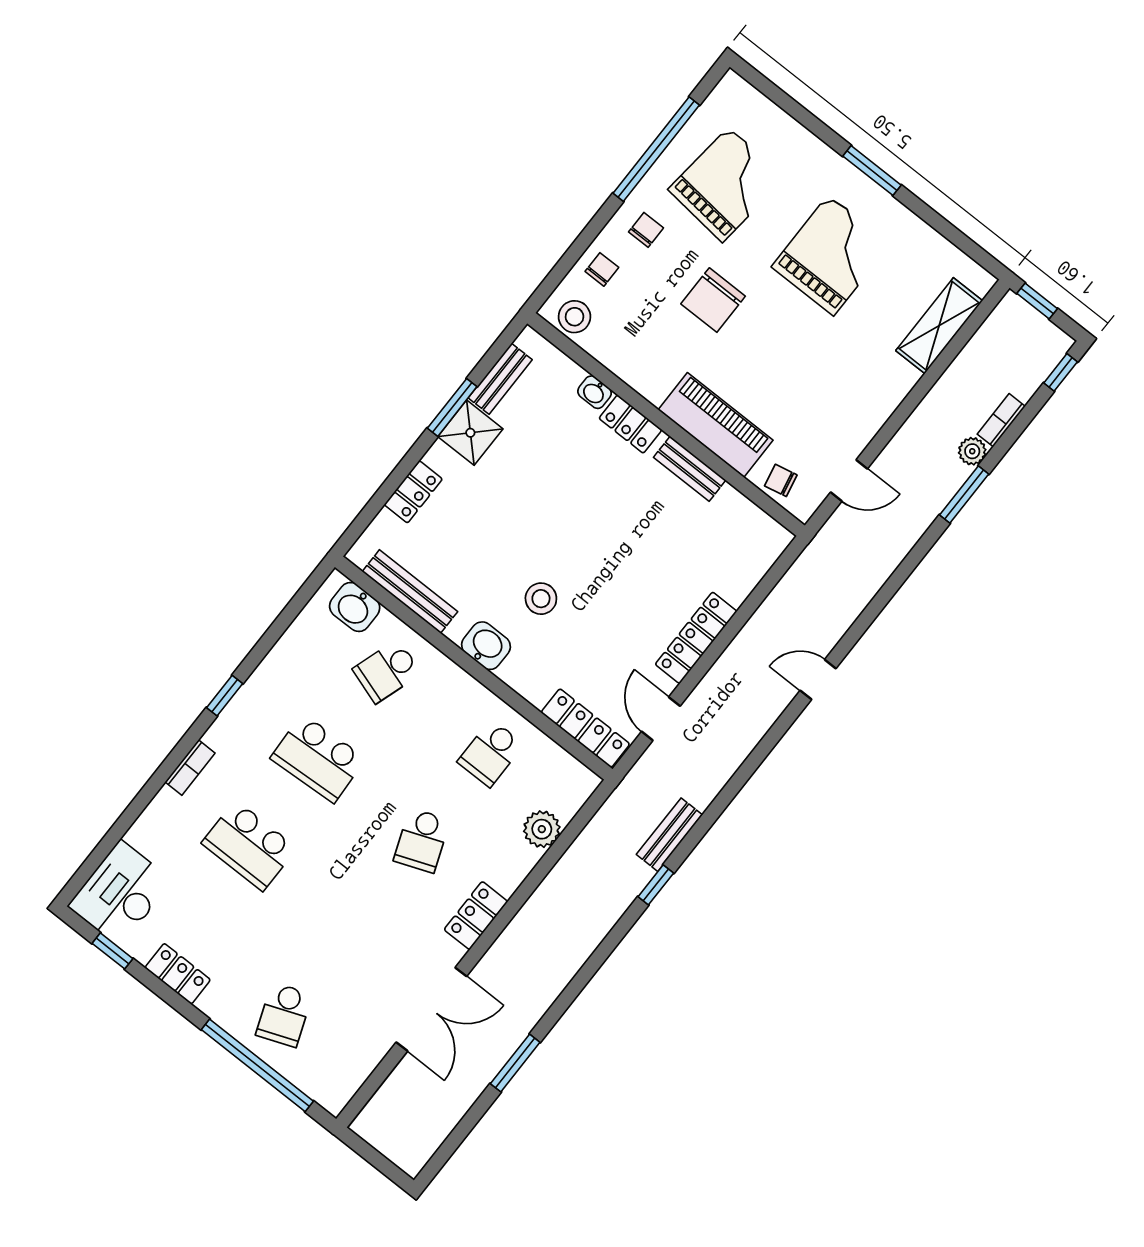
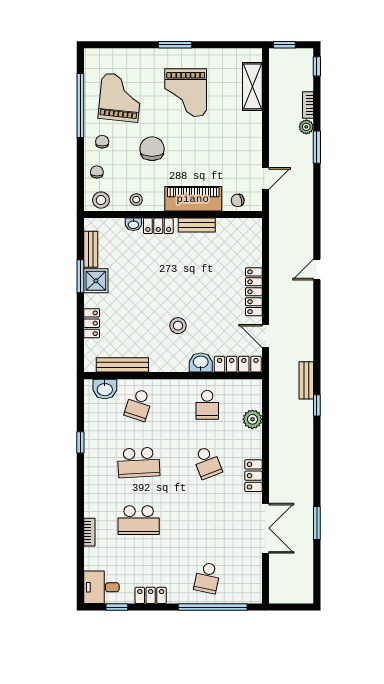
grand piano: (831, 255) -> (186, 93), turned 180
chair: (713, 300) -> (152, 149), turned 180
stool: (628, 358) -> (136, 200), added
washbasin: (486, 646) -> (201, 363), moved
window: (225, 696) -> (80, 442), moved
bookcase: (190, 767) -> (89, 532), moved
desk: (120, 893) -> (101, 587), width x0.73
school desk: (284, 1015) -> (207, 578), turned 33

